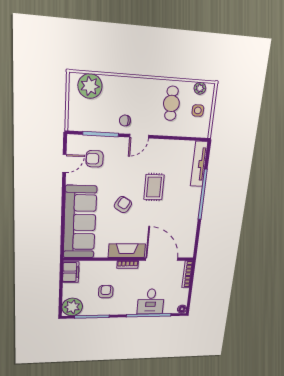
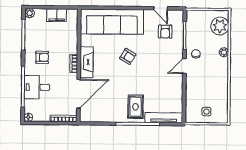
plant: (200, 88) -> (224, 52), moved
cafe table: (171, 103) -> (211, 90), removed
door: (139, 136) -> (184, 66), hinge flipped
armchair: (95, 159) -> (165, 32), turned 180
rug: (154, 187) -> (136, 107), moved, turned 90
filing cabinet: (71, 272) -> (57, 15), moved
armchair: (106, 292) -> (42, 57), moved
plant: (72, 307) -> (30, 13), width x0.53, depth x0.53

